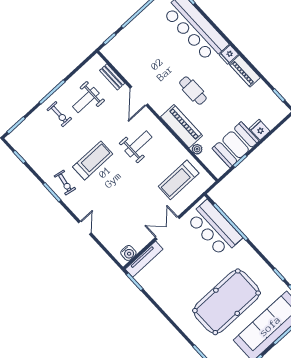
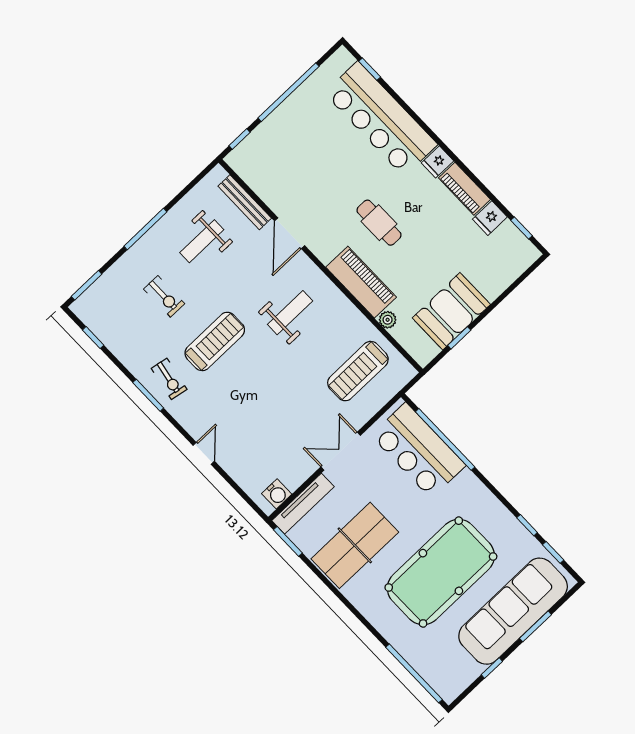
bench: (112, 77) -> (245, 202), width x1.36
exercise bike: (59, 114) -> (164, 296), moved
fridge: (260, 130) -> (490, 218), moved, turned -90
table tennis table: (175, 285) -> (355, 545), added

